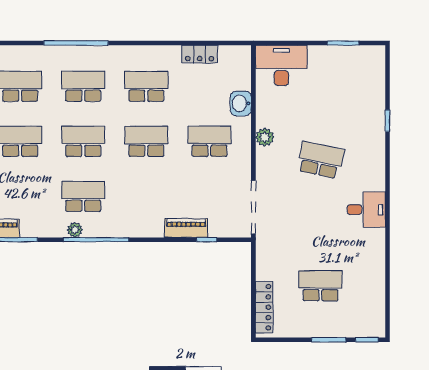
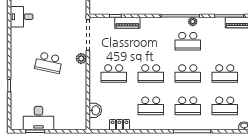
desk: (281, 65) -> (38, 118), moved
washbasin: (241, 103) -> (95, 110), moved
plant: (265, 137) -> (81, 59), moved
desk: (366, 210) -> (22, 17), moved

